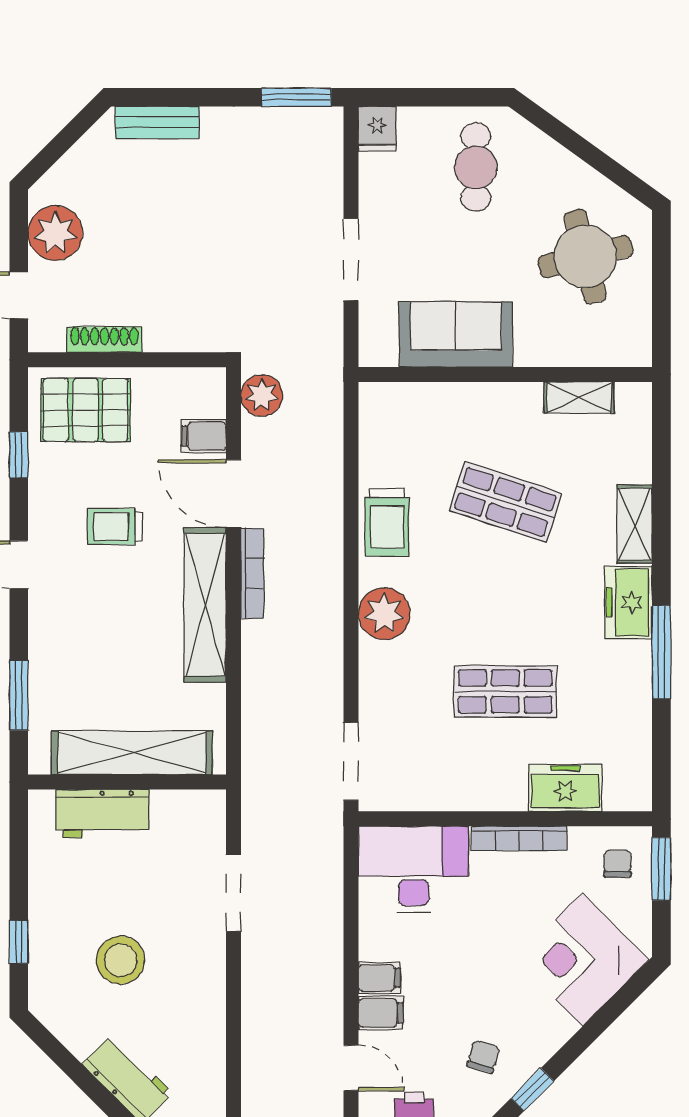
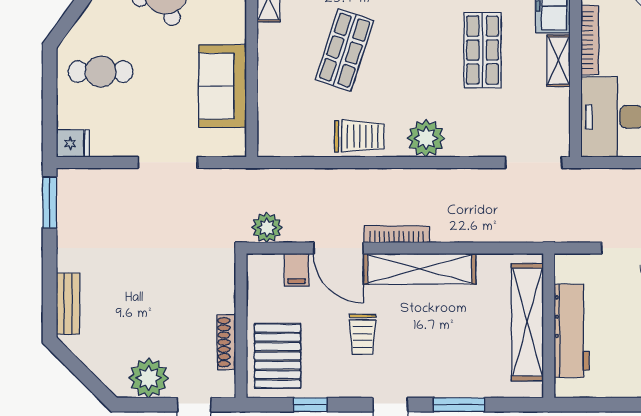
door: (234, 494) -> (339, 248), hinge flipped
window: (19, 695) -> (459, 405), moved
shelving: (491, 796) -> (559, 61), added
workbench: (103, 814) -> (572, 331), width x1.38

